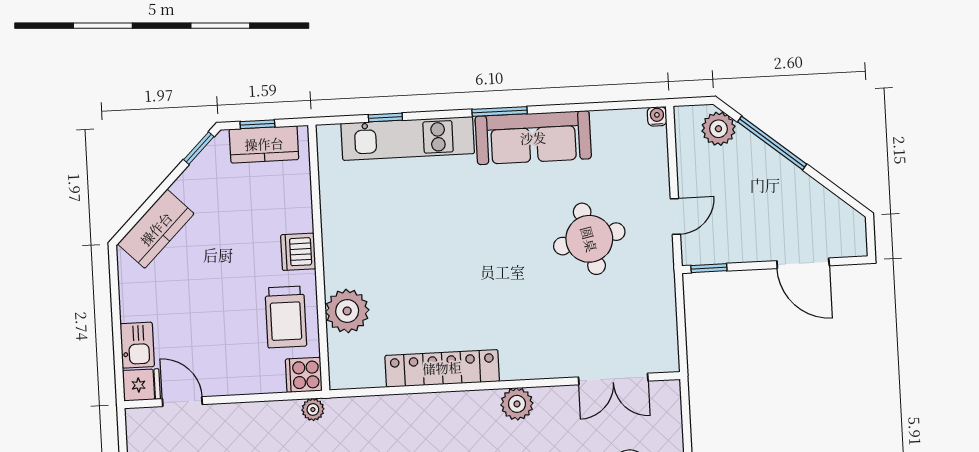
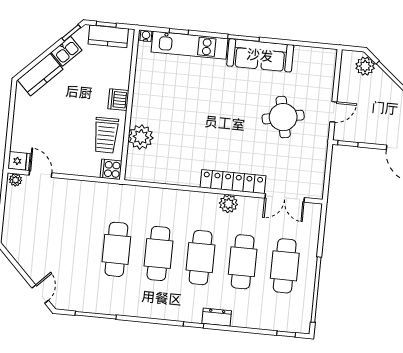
water cooler: (657, 116) -> (146, 36), moved
kitchen sink: (137, 345) -> (66, 51), moved, turned 45
locker: (442, 368) -> (233, 182), moved
plant: (313, 410) -> (16, 180), moved

